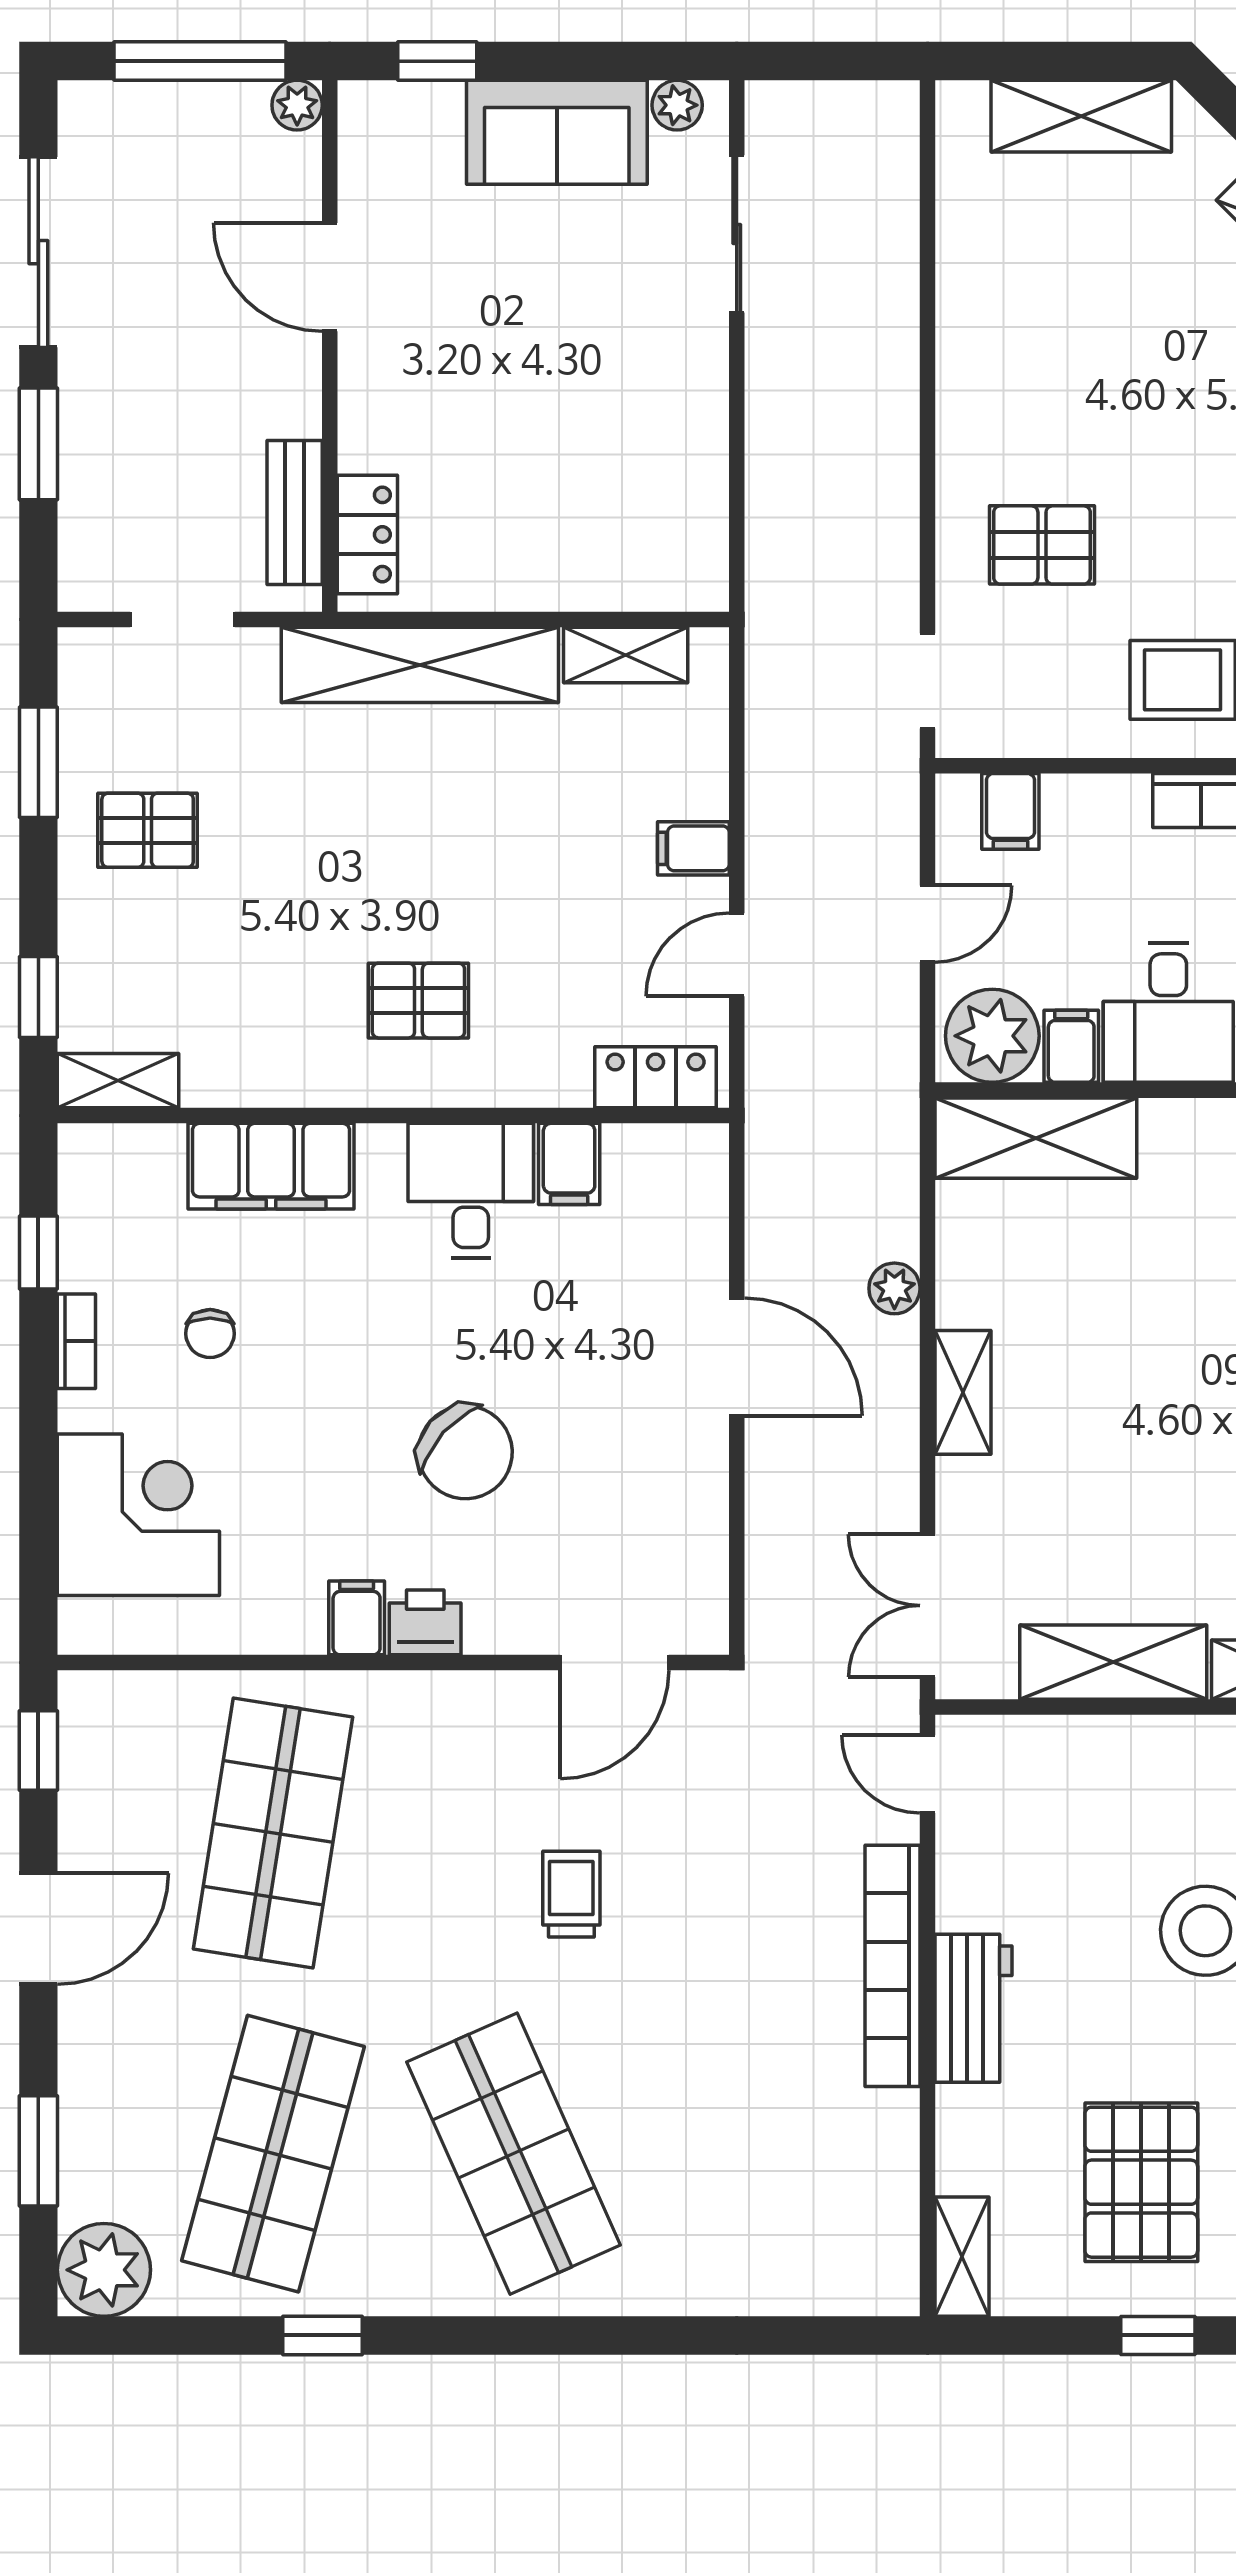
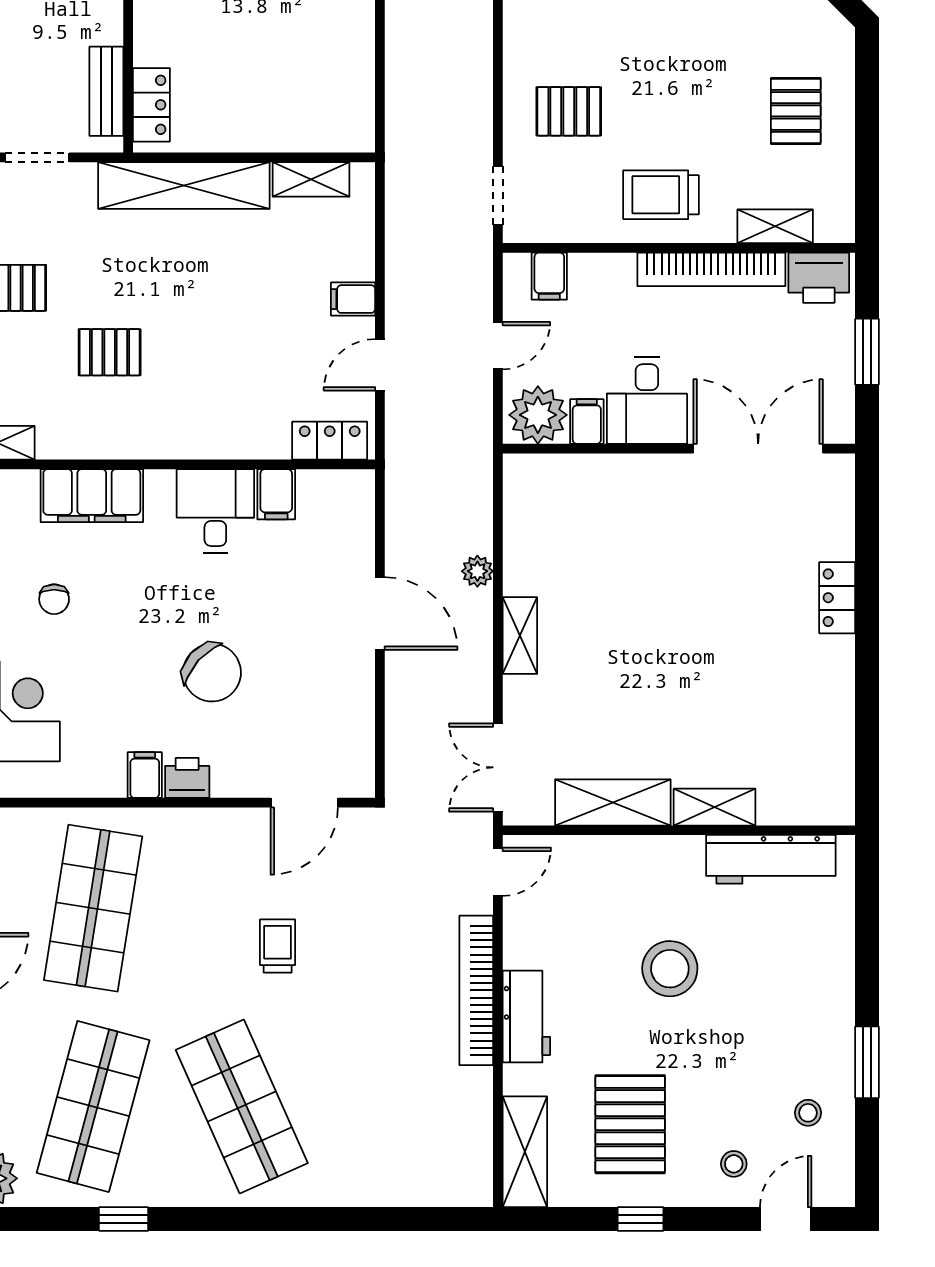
pallet: (418, 1001) -> (110, 352), moved
shelving: (1036, 1138) -> (565, 478), removed
door: (928, 1774) -> (498, 872), swing flipped
shelving: (962, 2257) -> (525, 1152), width x1.50, depth x1.33

